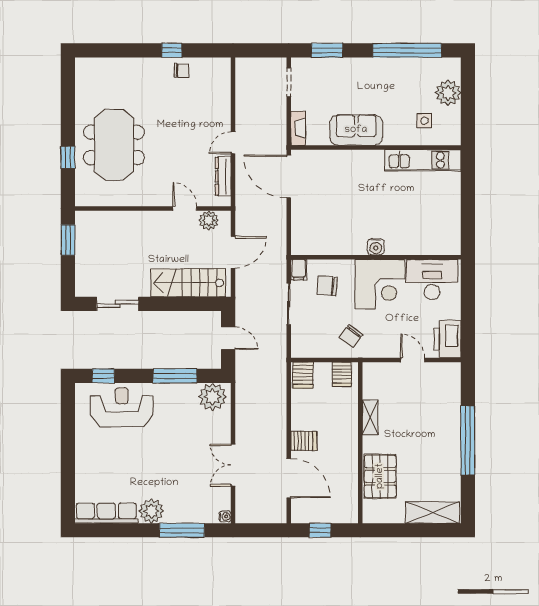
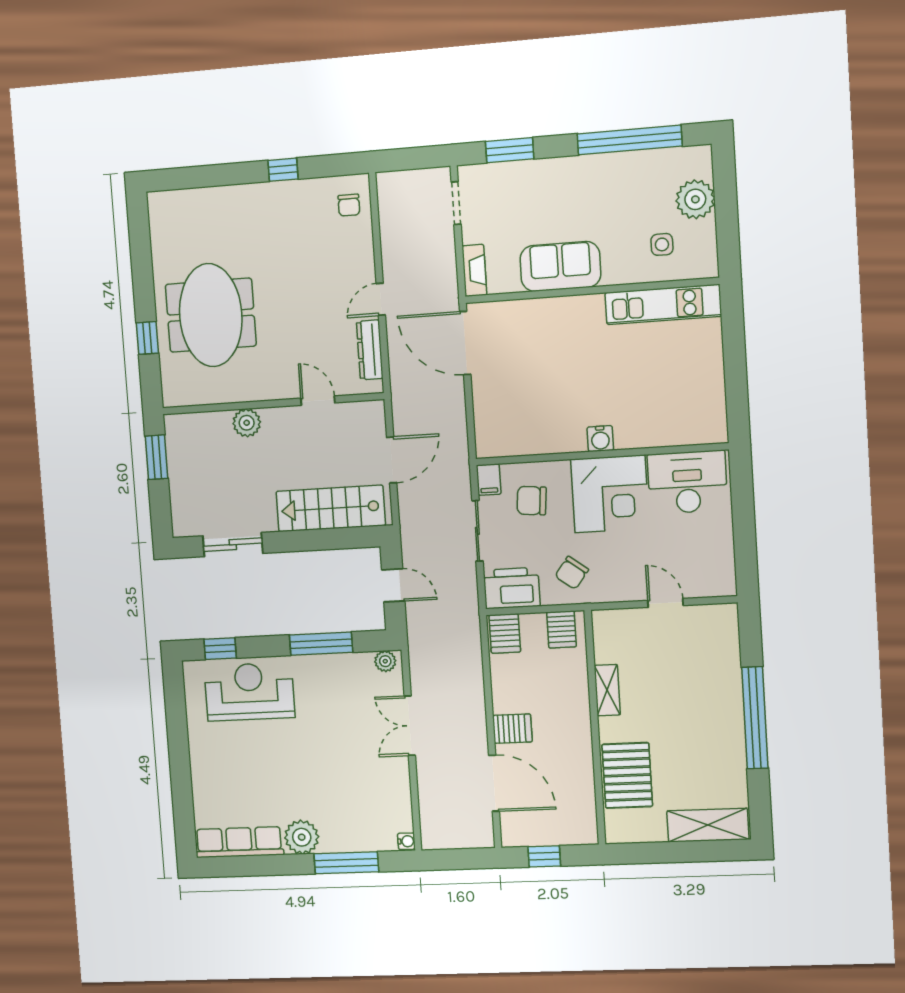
chair: (181, 70) -> (349, 205), moved, turned 90
plant: (209, 220) -> (247, 423), moved
printer: (447, 339) -> (512, 588), moved, turned 90
plant: (213, 397) -> (385, 661), width x0.53, depth x0.53
double door: (233, 465) -> (410, 726), moved

